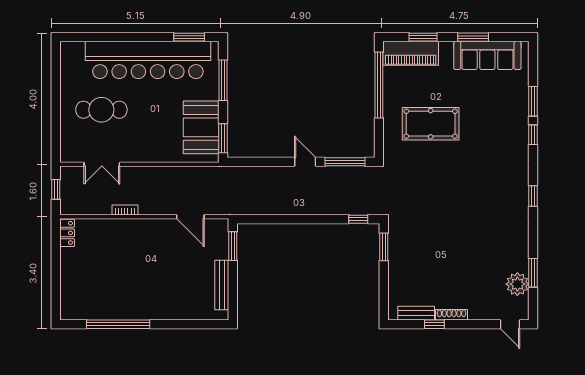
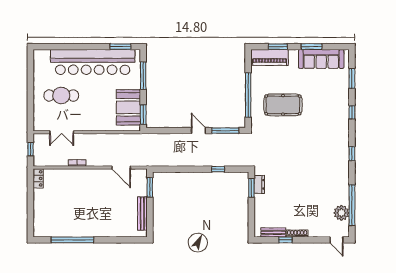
window: (379, 85) -> (248, 95), moved
window: (533, 101) -> (352, 78), moved
window: (358, 219) -> (218, 169), moved
dresser: (396, 242) -> (259, 184), added
window: (533, 273) -> (352, 205), width x2.11

